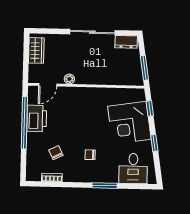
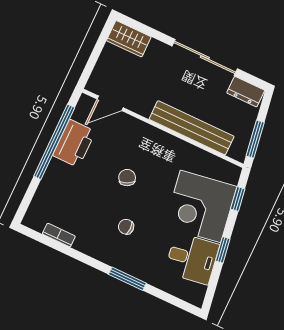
wardrobe: (36, 50) -> (129, 39), moved, turned 90
bench: (103, 78) -> (192, 128), added
plant: (69, 79) -> (144, 108), removed
chair: (56, 153) -> (127, 178), moved
desk: (133, 168) -> (192, 259), moved, turned -99

